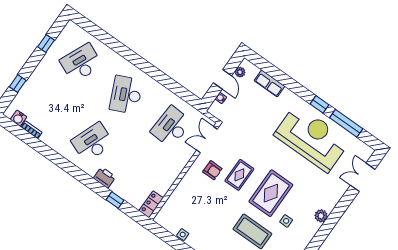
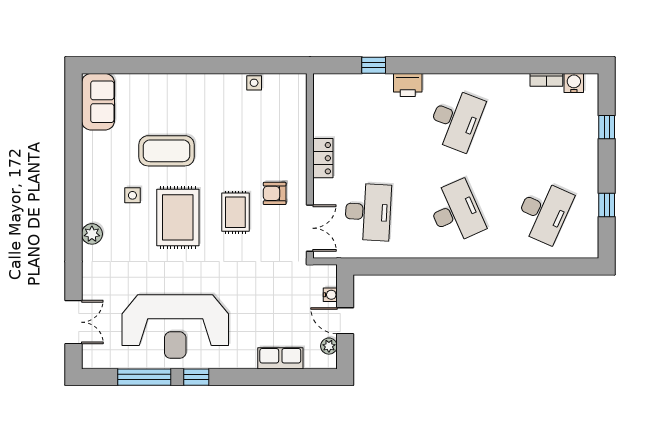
locker: (151, 204) -> (323, 158), moved

